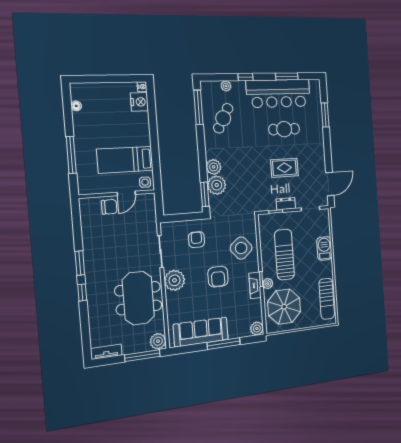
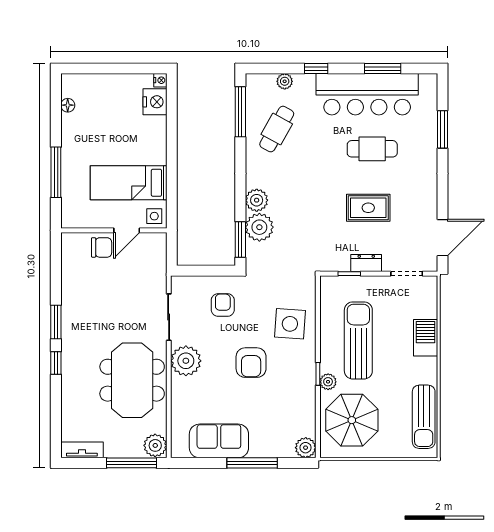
side table: (241, 248) -> (290, 324), turned 45
fireplace: (255, 285) -> (308, 382), removed
sofa: (201, 332) -> (219, 441), width x0.73

